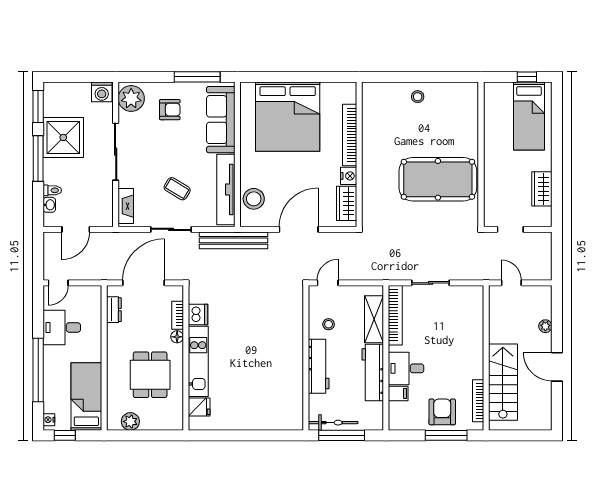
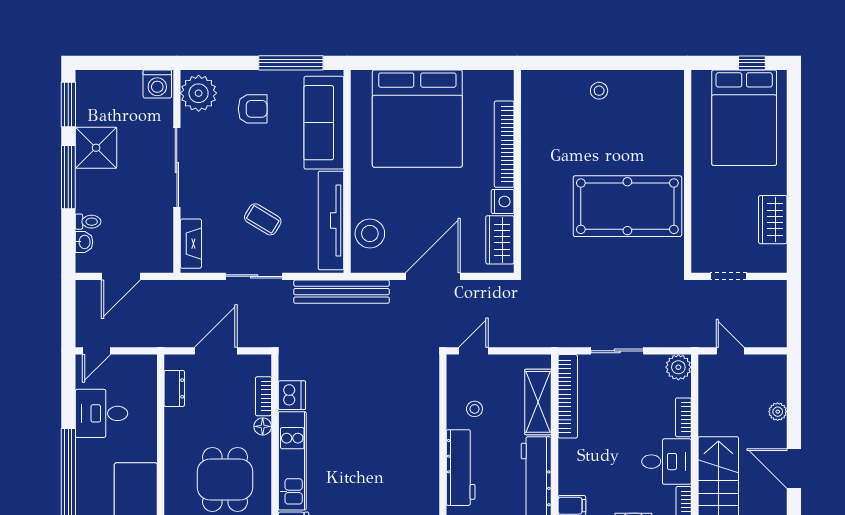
bed: (529, 116) -> (744, 118), width x1.50
shower: (63, 137) -> (96, 148), width x0.73, depth x0.73
door: (143, 283) -> (216, 351), width x0.73
plant: (474, 294) -> (678, 367), added
bookcase: (478, 330) -> (683, 417), added
desk: (406, 368) -> (667, 462), moved, turned 180

